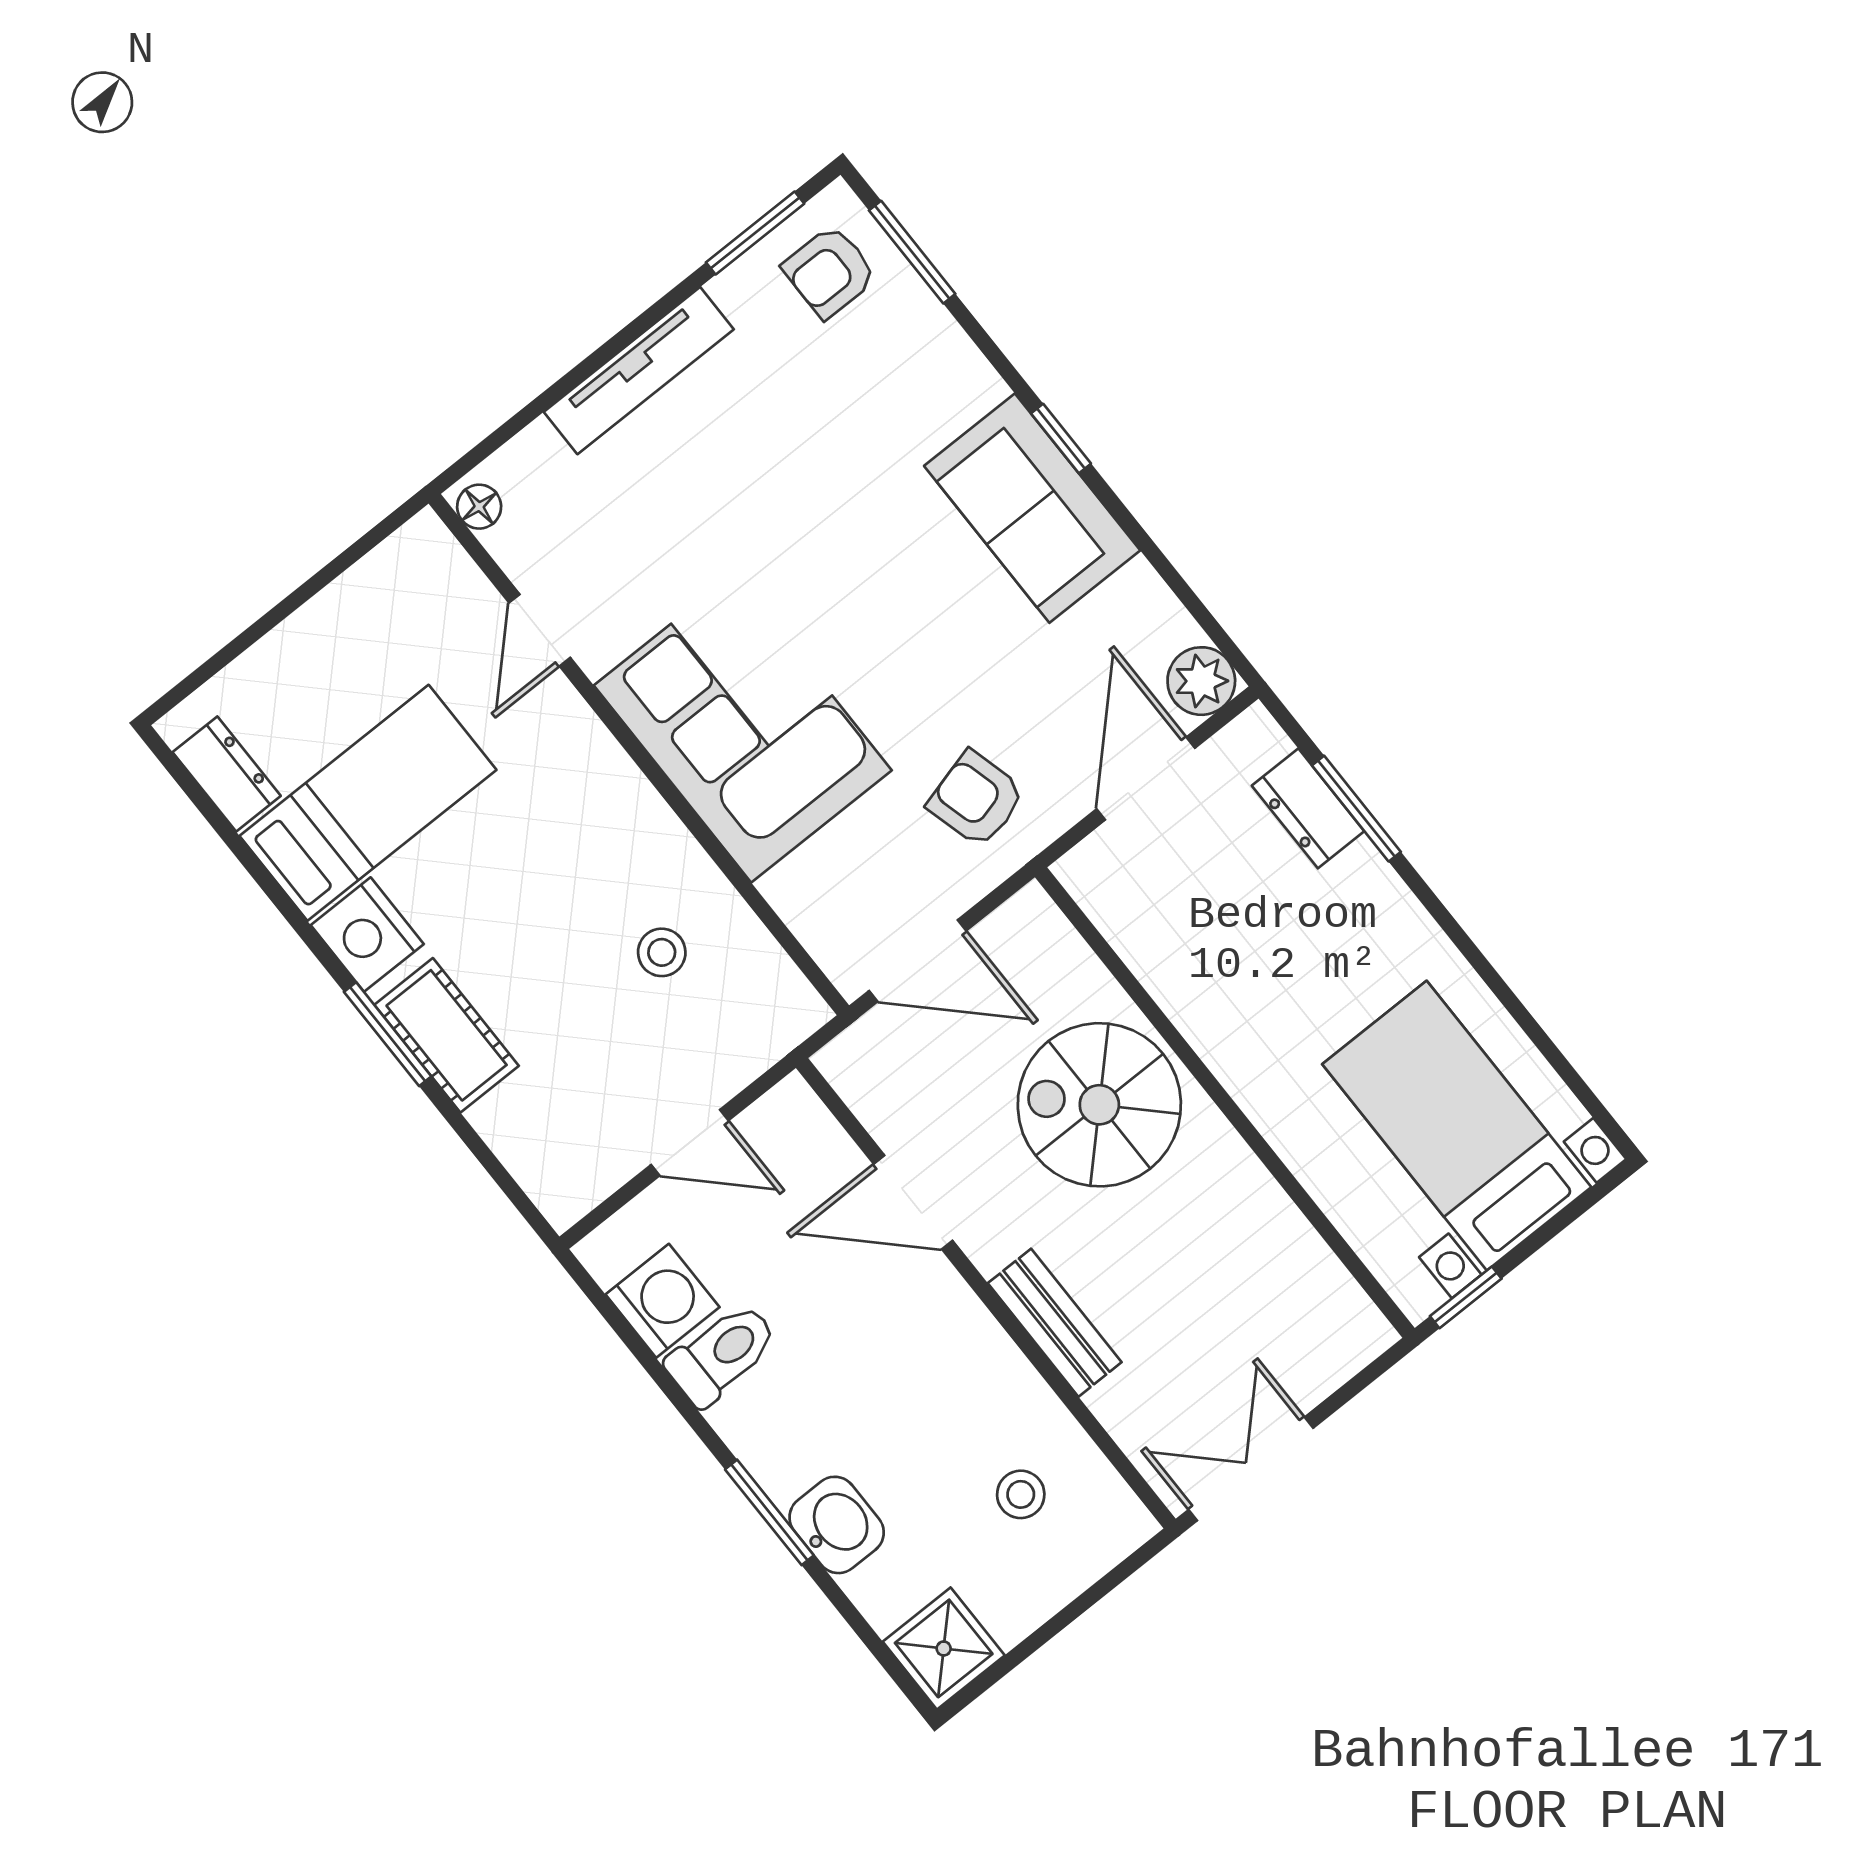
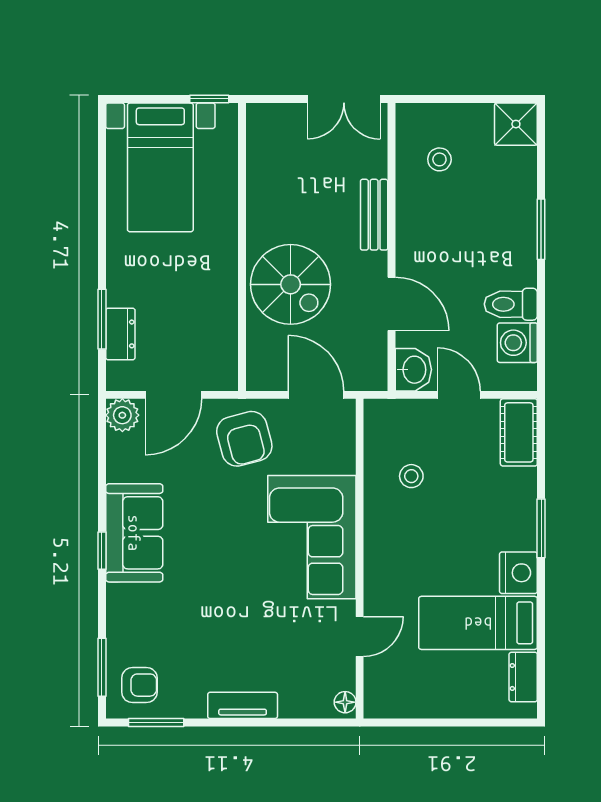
tv unit: (639, 371) -> (243, 705), width x0.71
armchair: (976, 799) -> (244, 439), width x1.38, depth x1.38
cot: (447, 1035) -> (519, 432), moved
washbasin: (837, 1525) -> (413, 370), moved, turned 180

